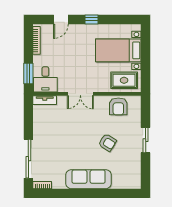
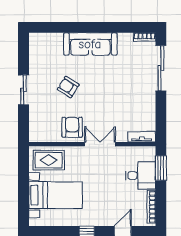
desk: (45, 79) -> (141, 176), moved, turned 90
armchair: (118, 106) -> (72, 127), moved

